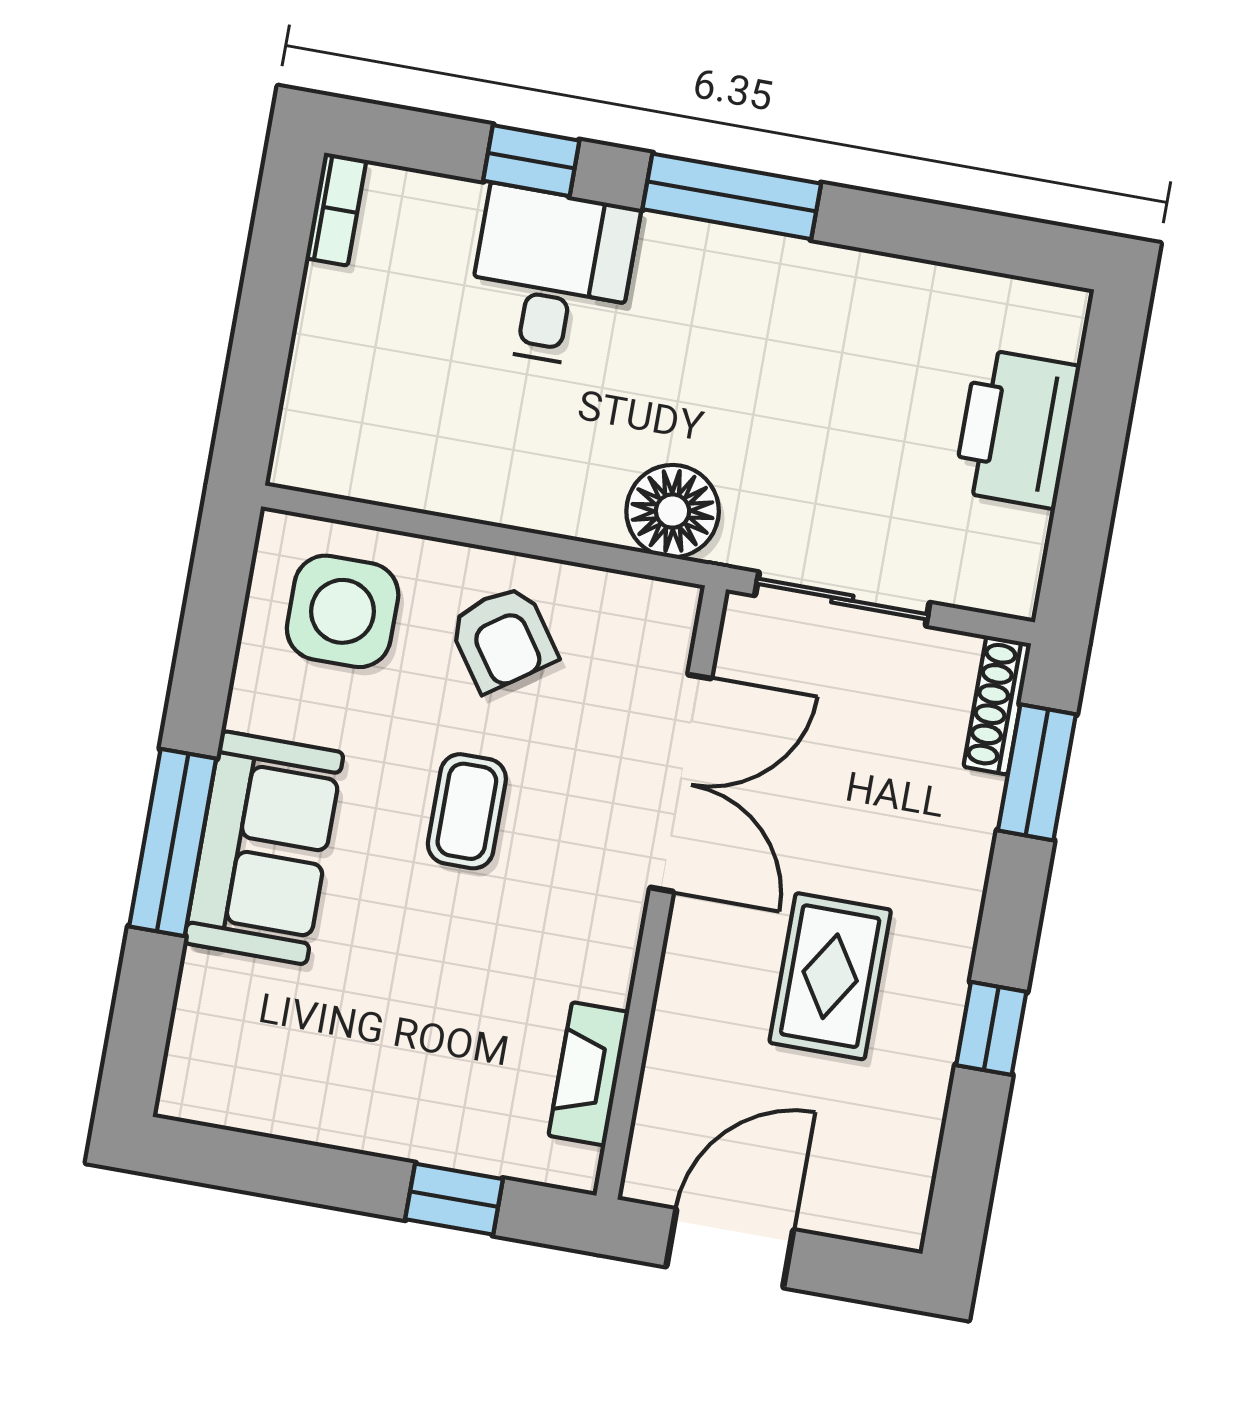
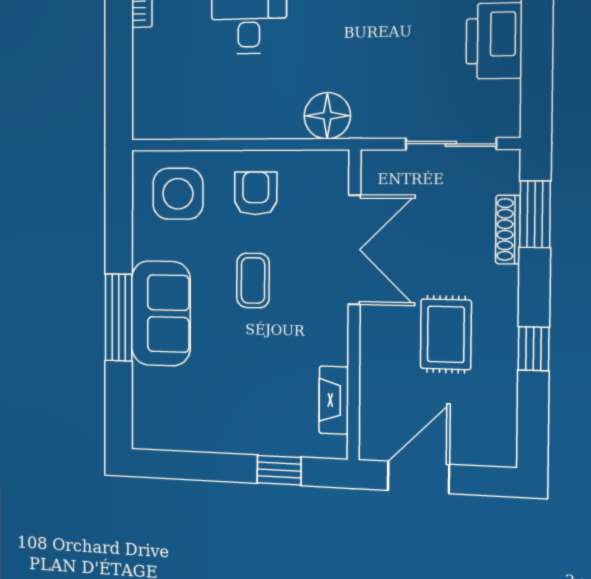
sliding door: (842, 599) -> (451, 144), moved
armchair: (503, 638) -> (256, 193), turned -145
shoe rack: (997, 705) -> (508, 230), moved

